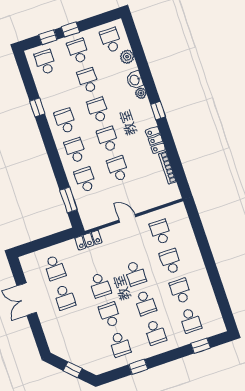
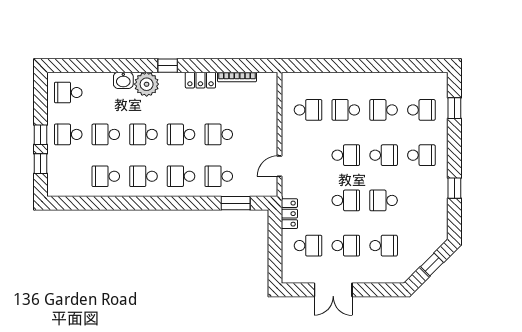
plant: (127, 57) -> (94, 80), removed
school desk: (45, 62) -> (106, 176), moved
plant: (141, 93) -> (147, 84), width x1.87, depth x1.87
window: (37, 107) -> (117, 203), removed
door: (127, 218) -> (280, 166), moved
school desk: (161, 232) -> (308, 110), turned 180
locker: (89, 240) -> (289, 214), moved
school desk: (120, 344) -> (384, 246), moved

